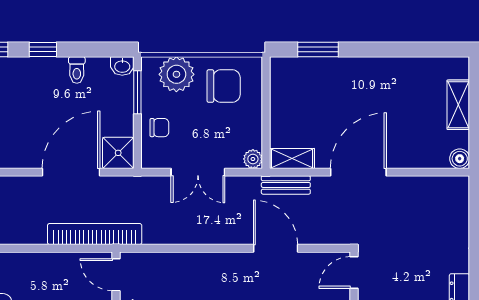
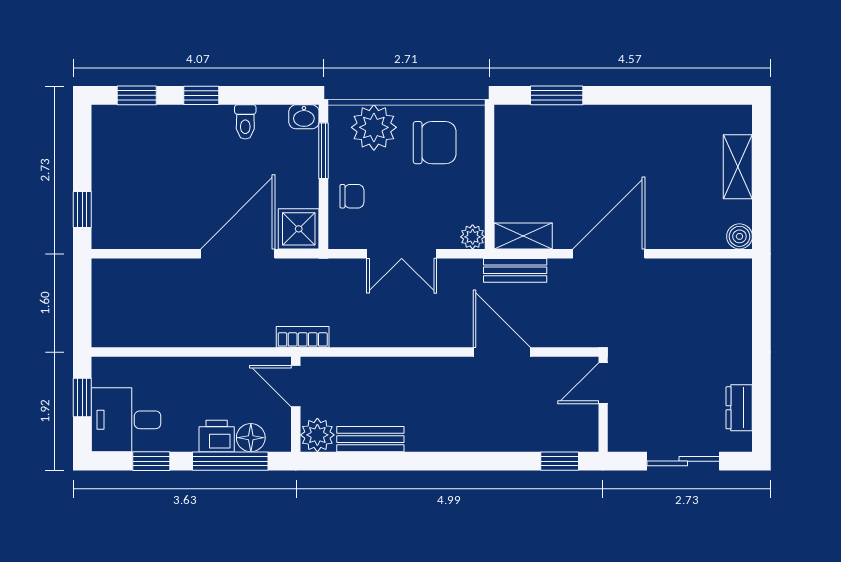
bookcase: (95, 234) -> (303, 337), width x0.43, depth x0.76

